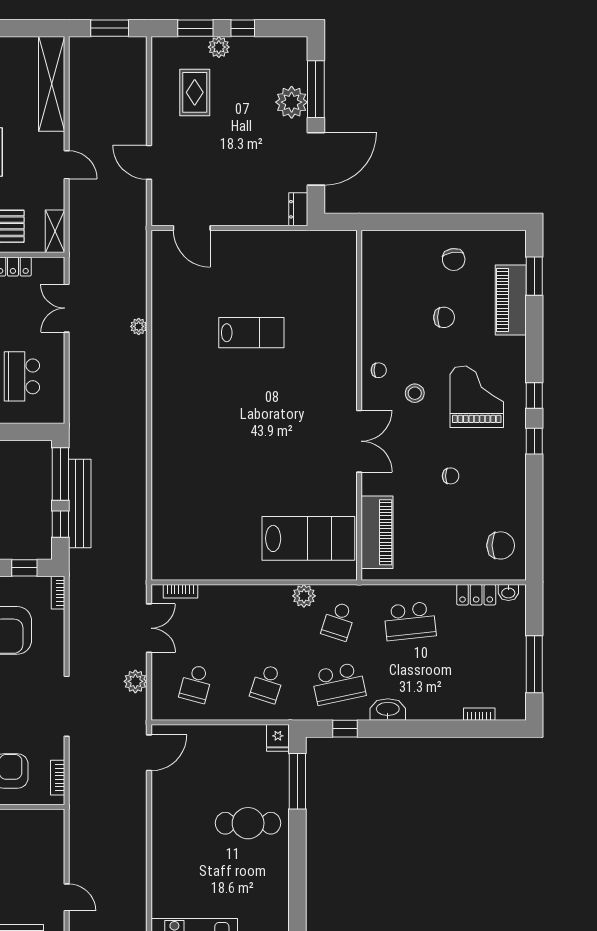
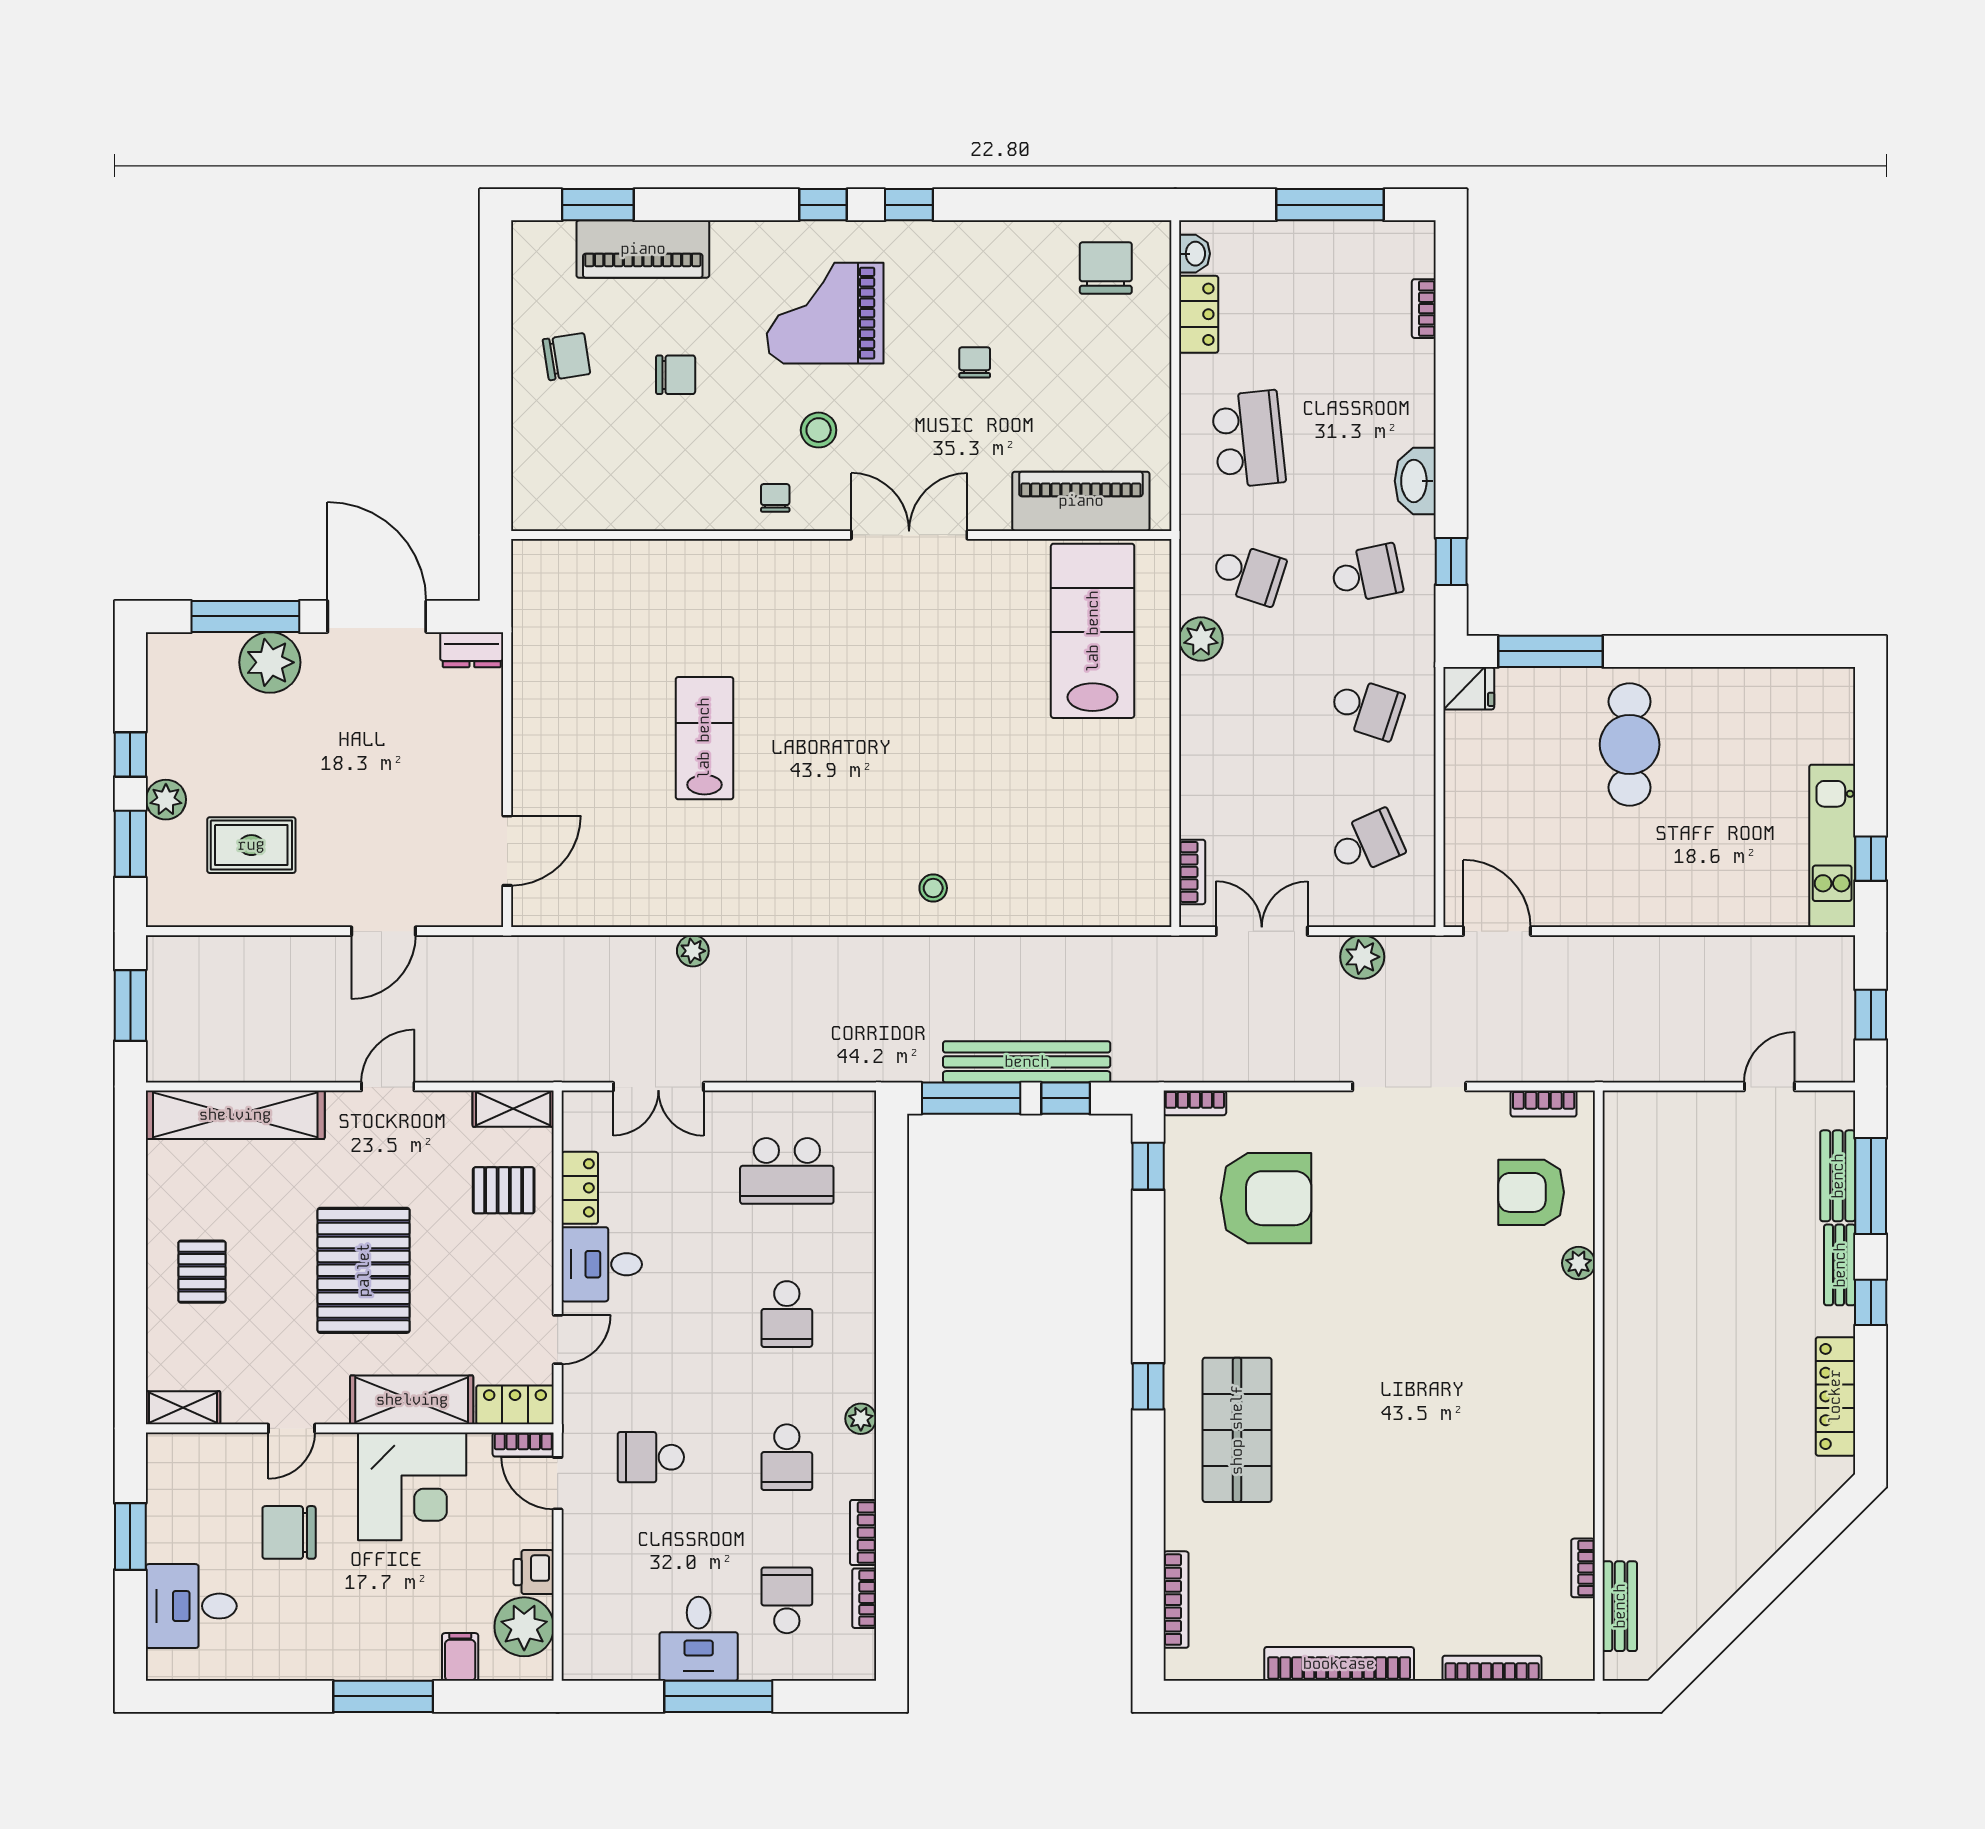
chair: (444, 317) -> (676, 375), turned 90
stool: (172, 454) -> (933, 888), added
school desk: (196, 684) -> (1366, 843), turned -39
school desk: (339, 684) -> (1366, 574), width x0.54

